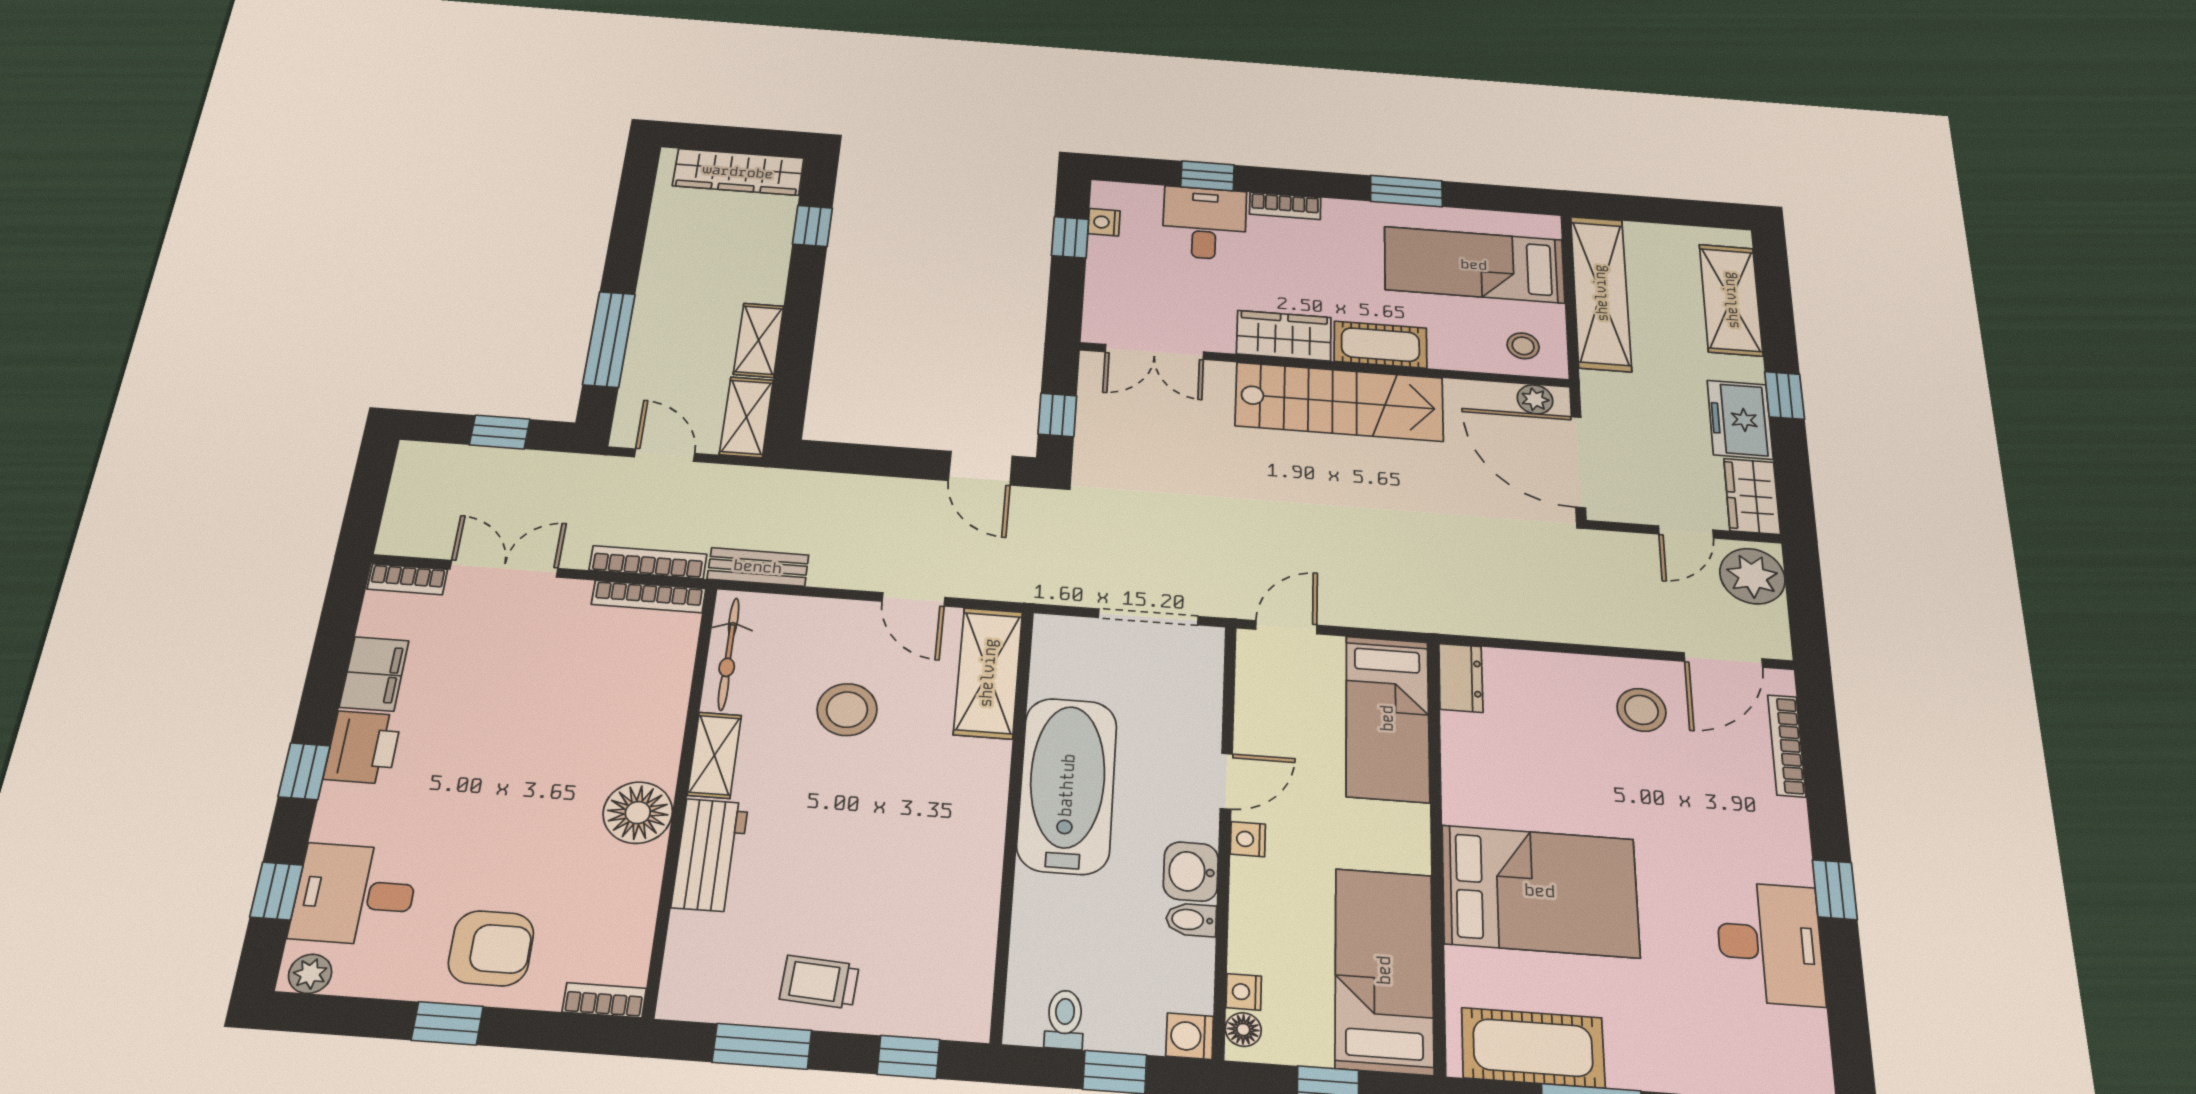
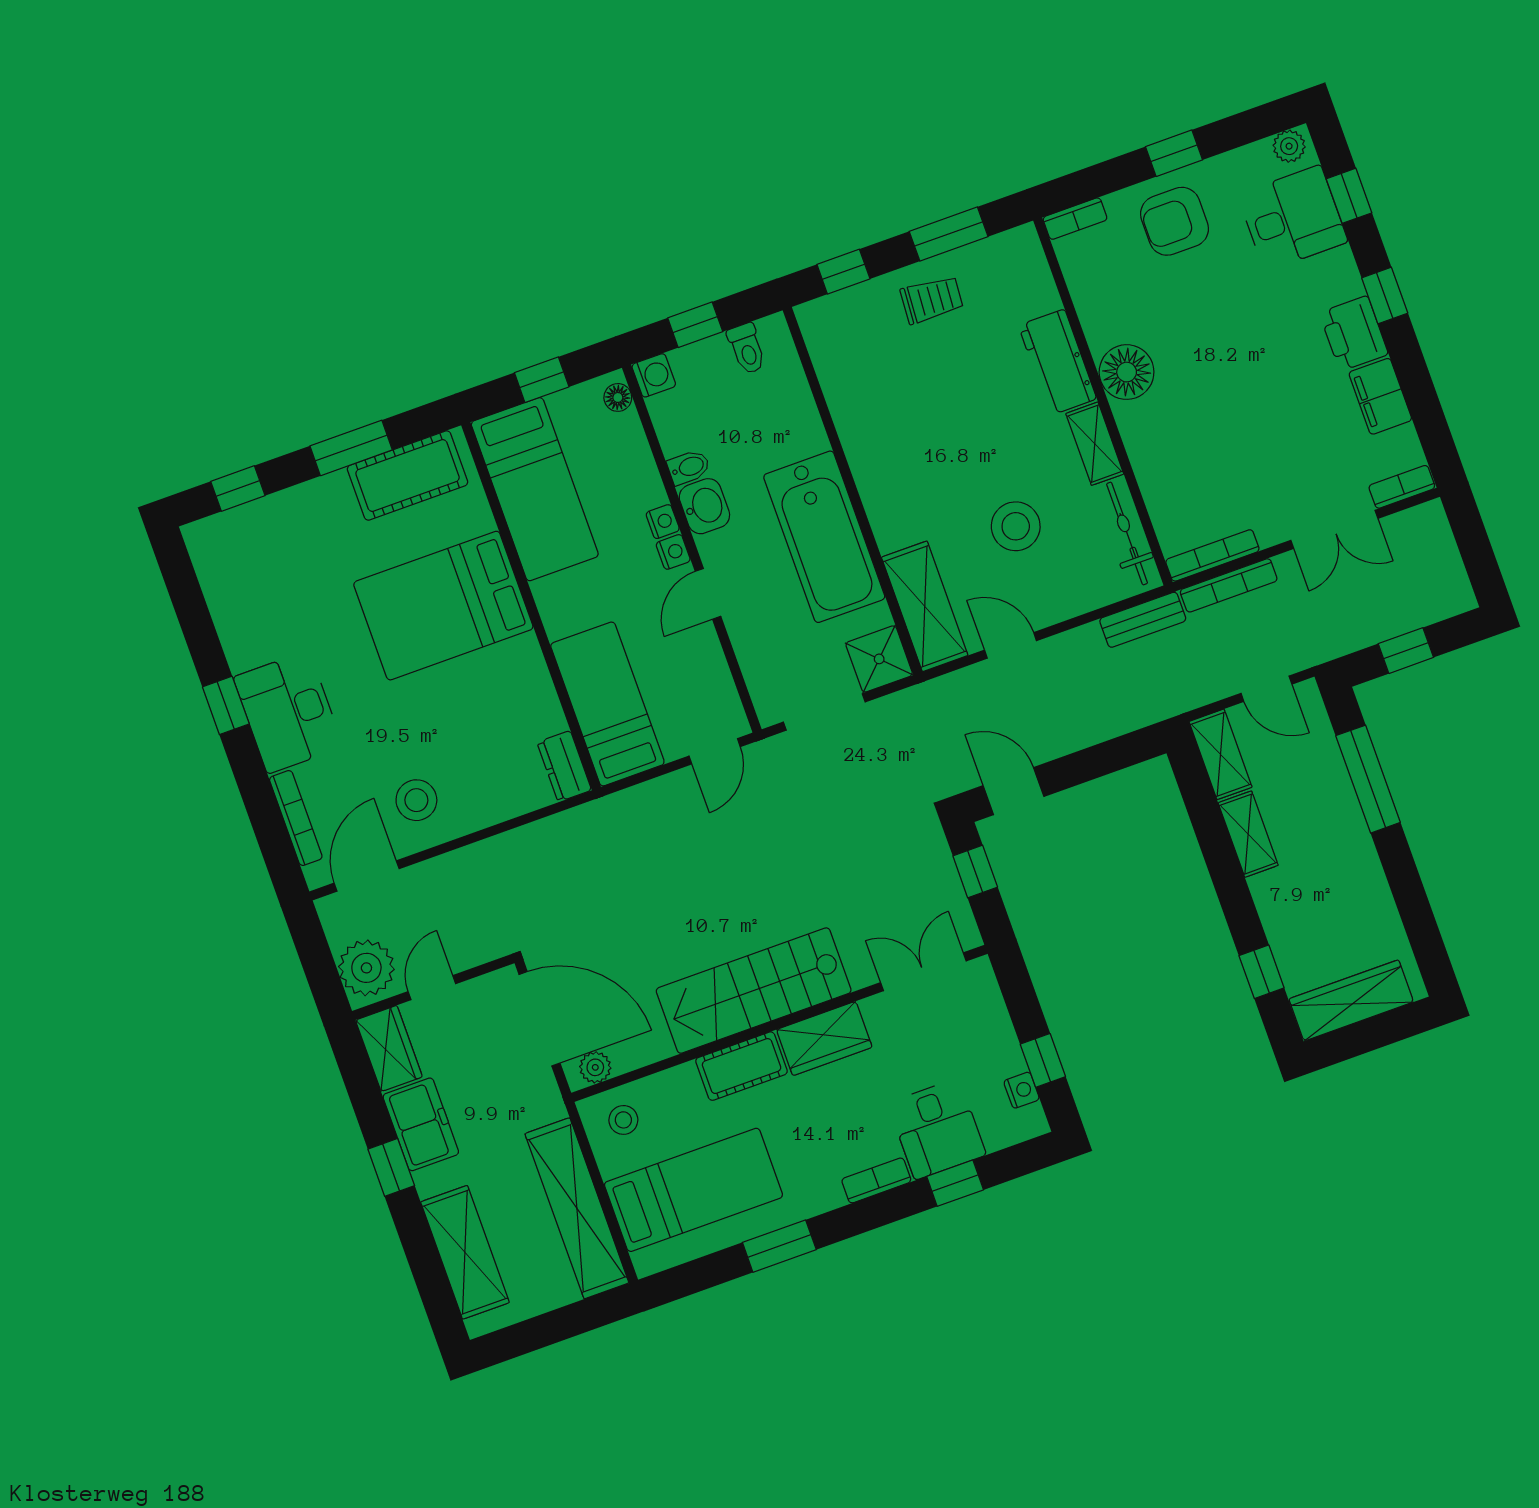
shower: (1064, 643) -> (879, 659), added
desk: (1770, 943) -> (288, 712), moved
nightstand: (1244, 992) -> (663, 522), moved

